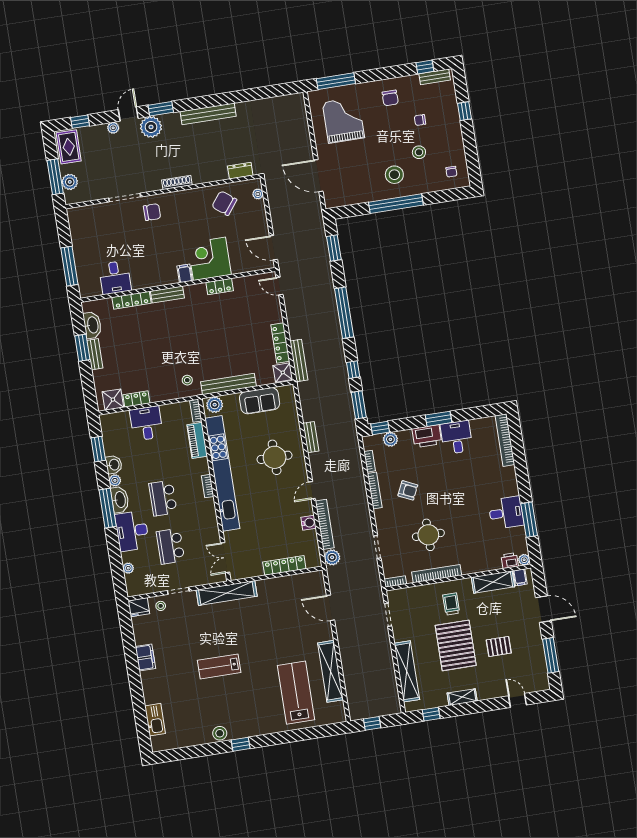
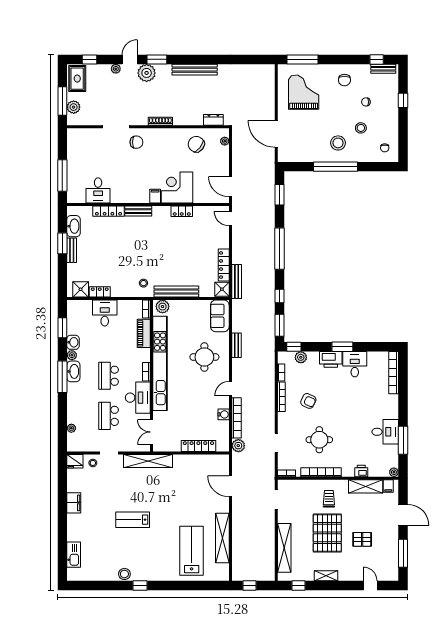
sofa: (260, 401) -> (220, 316), moved, turned 90
desk: (132, 531) -> (138, 398), moved, turned 180
printer: (510, 561) -> (361, 471), moved

